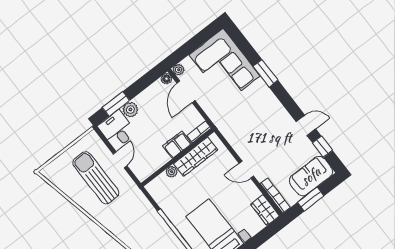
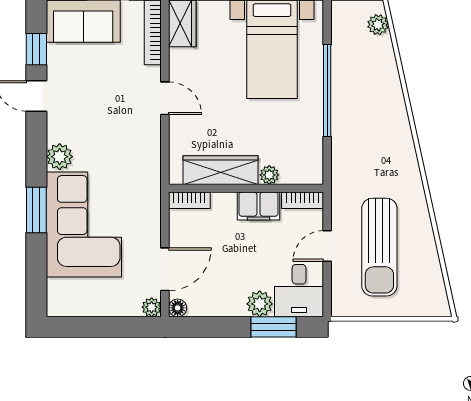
corner sofa: (225, 65) -> (84, 224), moved
plant: (274, 106) -> (60, 157), added
filing cabinet: (177, 145) -> (258, 206), moved
bookcase: (147, 172) -> (303, 200), added

